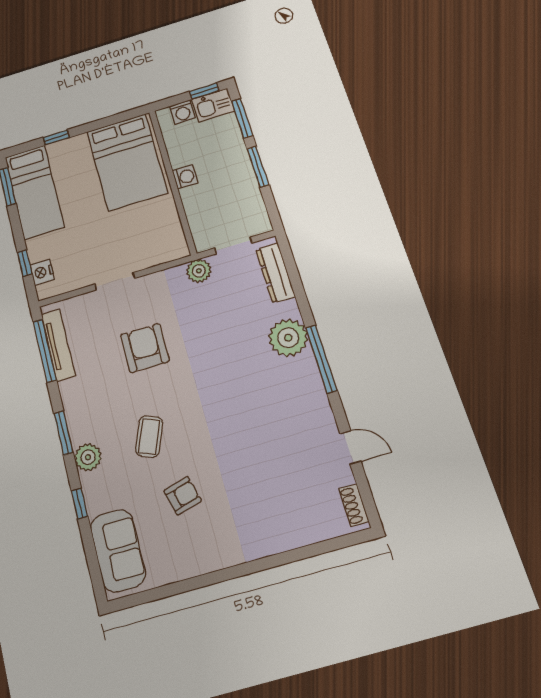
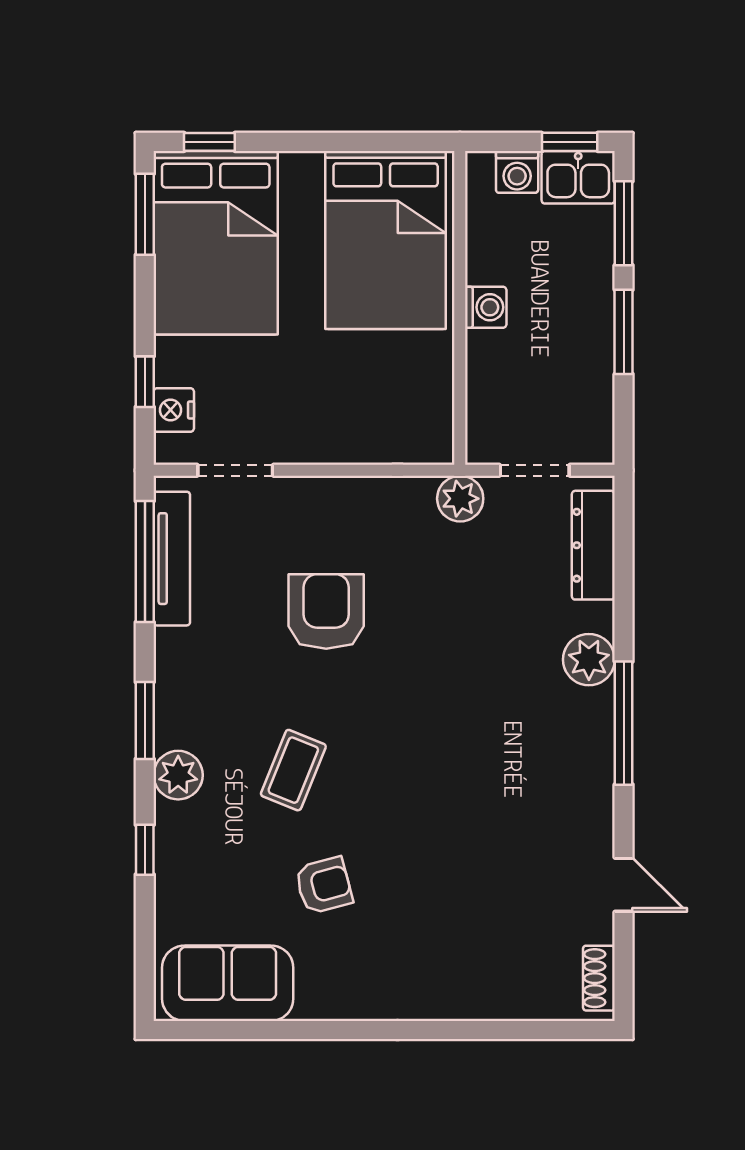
window: (56, 137) -> (209, 142), moved
bed: (34, 192) -> (216, 243), width x1.50
doorway: (115, 281) -> (235, 470), moved
plant: (288, 338) -> (589, 660), width x0.73, depth x0.73
sofa: (118, 551) -> (228, 983), moved, turned -90

